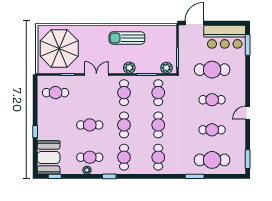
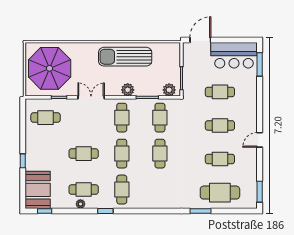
sun lounger: (127, 38) -> (125, 57), width x1.36, depth x1.34
cafe table: (212, 70) -> (220, 92), width x0.73, depth x0.74
cafe table: (158, 157) -> (160, 190), removed

